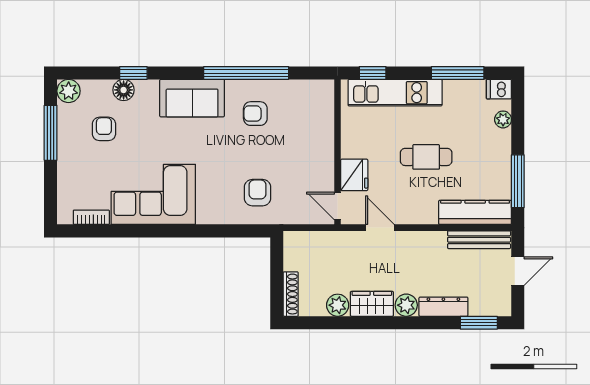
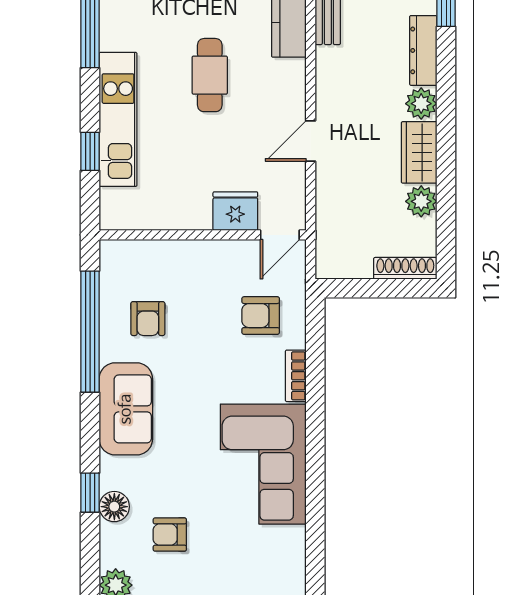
wall: (338, 152) -> (203, 235), moved
fridge: (354, 175) -> (235, 211), moved
door: (338, 206) -> (280, 235), moved
bookcase: (91, 217) -> (296, 376), moved

